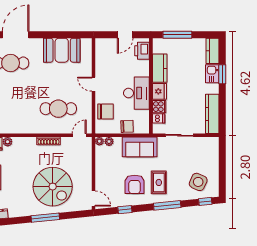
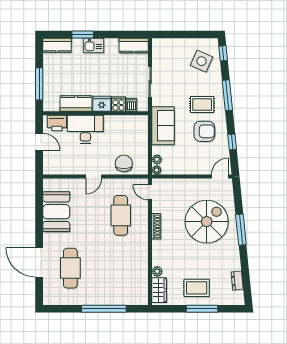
kitchen sink: (212, 74) -> (94, 46), moved
desk: (136, 93) -> (85, 129), moved
kitchen counter: (212, 114) -> (134, 46), width x0.67
chair: (127, 126) -> (140, 140), removed

